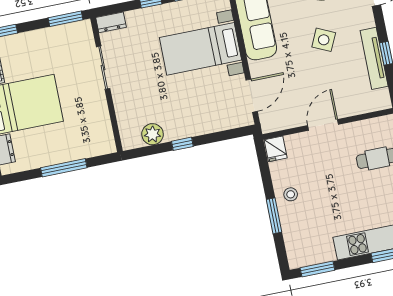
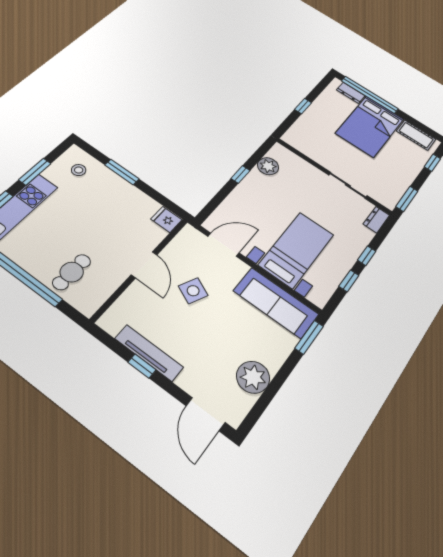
side table: (324, 40) -> (193, 291), moved
door: (252, 96) -> (223, 245), swing flipped
window: (64, 168) -> (303, 106), width x0.46
stool: (291, 194) -> (79, 170), moved
window: (317, 269) -> (35, 172), moved

